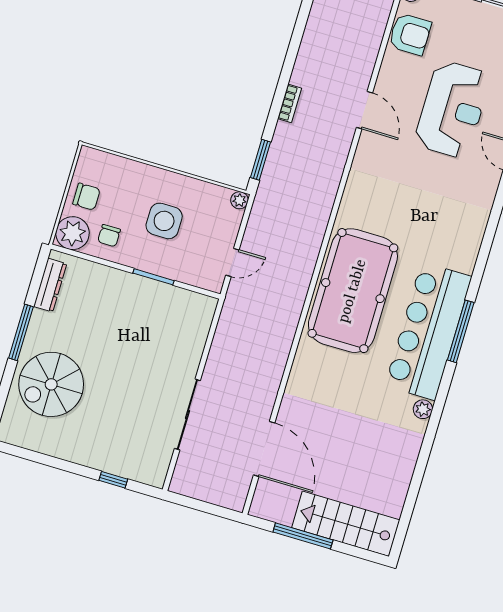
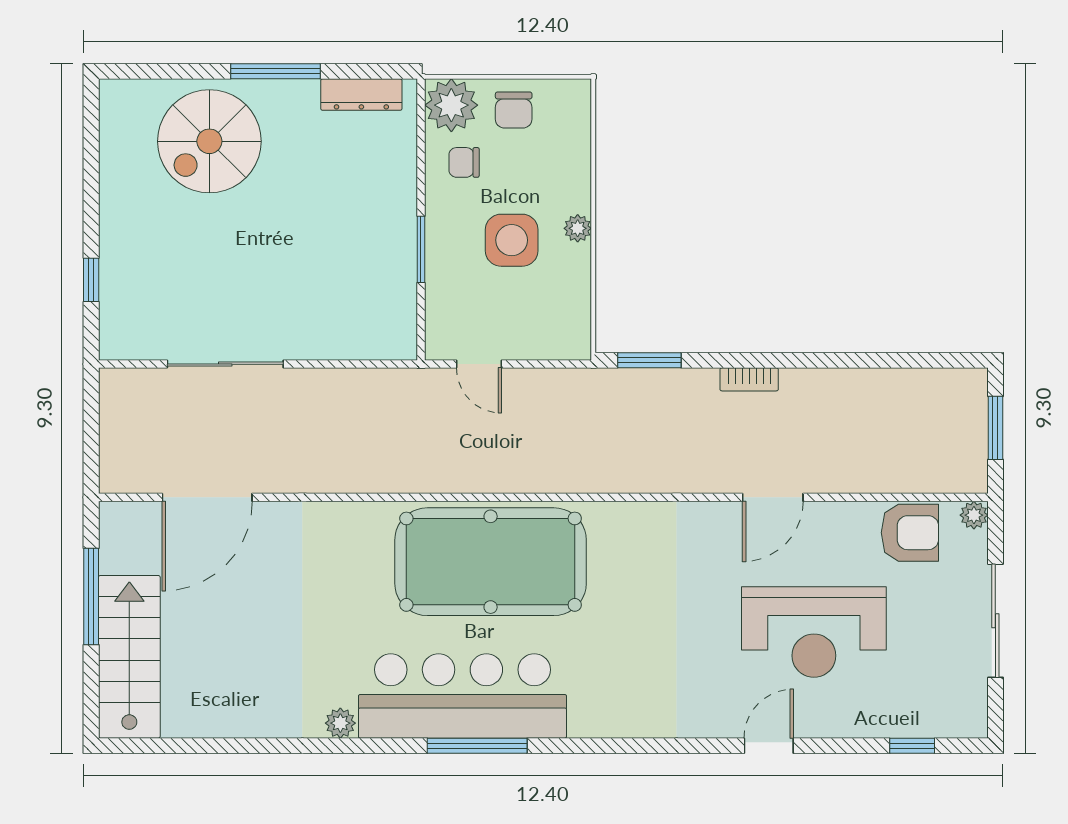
armchair: (410, 34) -> (910, 533), turned -90
plant: (239, 200) -> (578, 228), moved
spiral stairs: (51, 384) -> (209, 141), turned -90

